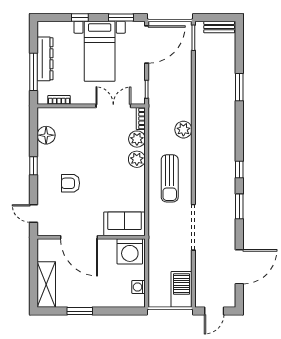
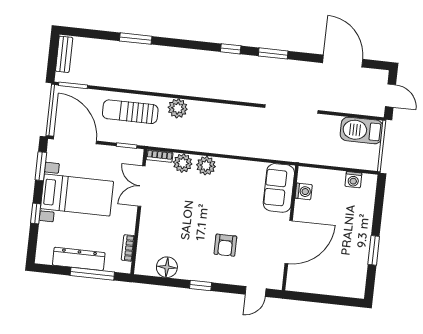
sun lounger: (170, 178) -> (130, 112), moved, turned 180
washing machine: (130, 251) -> (304, 191), width x0.53, depth x0.53
shelving: (46, 284) -> (339, 286), removed

